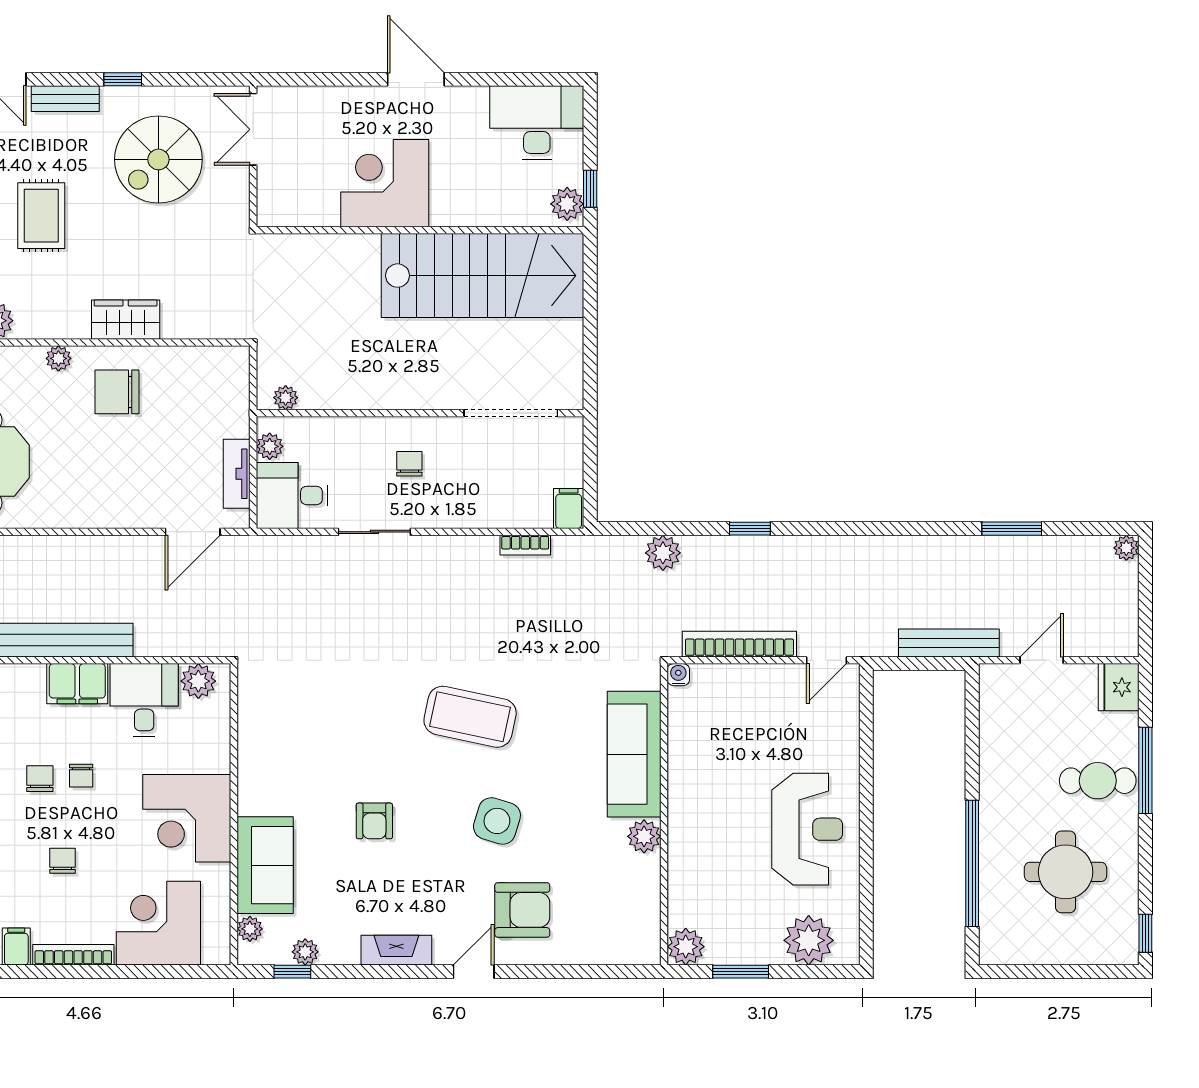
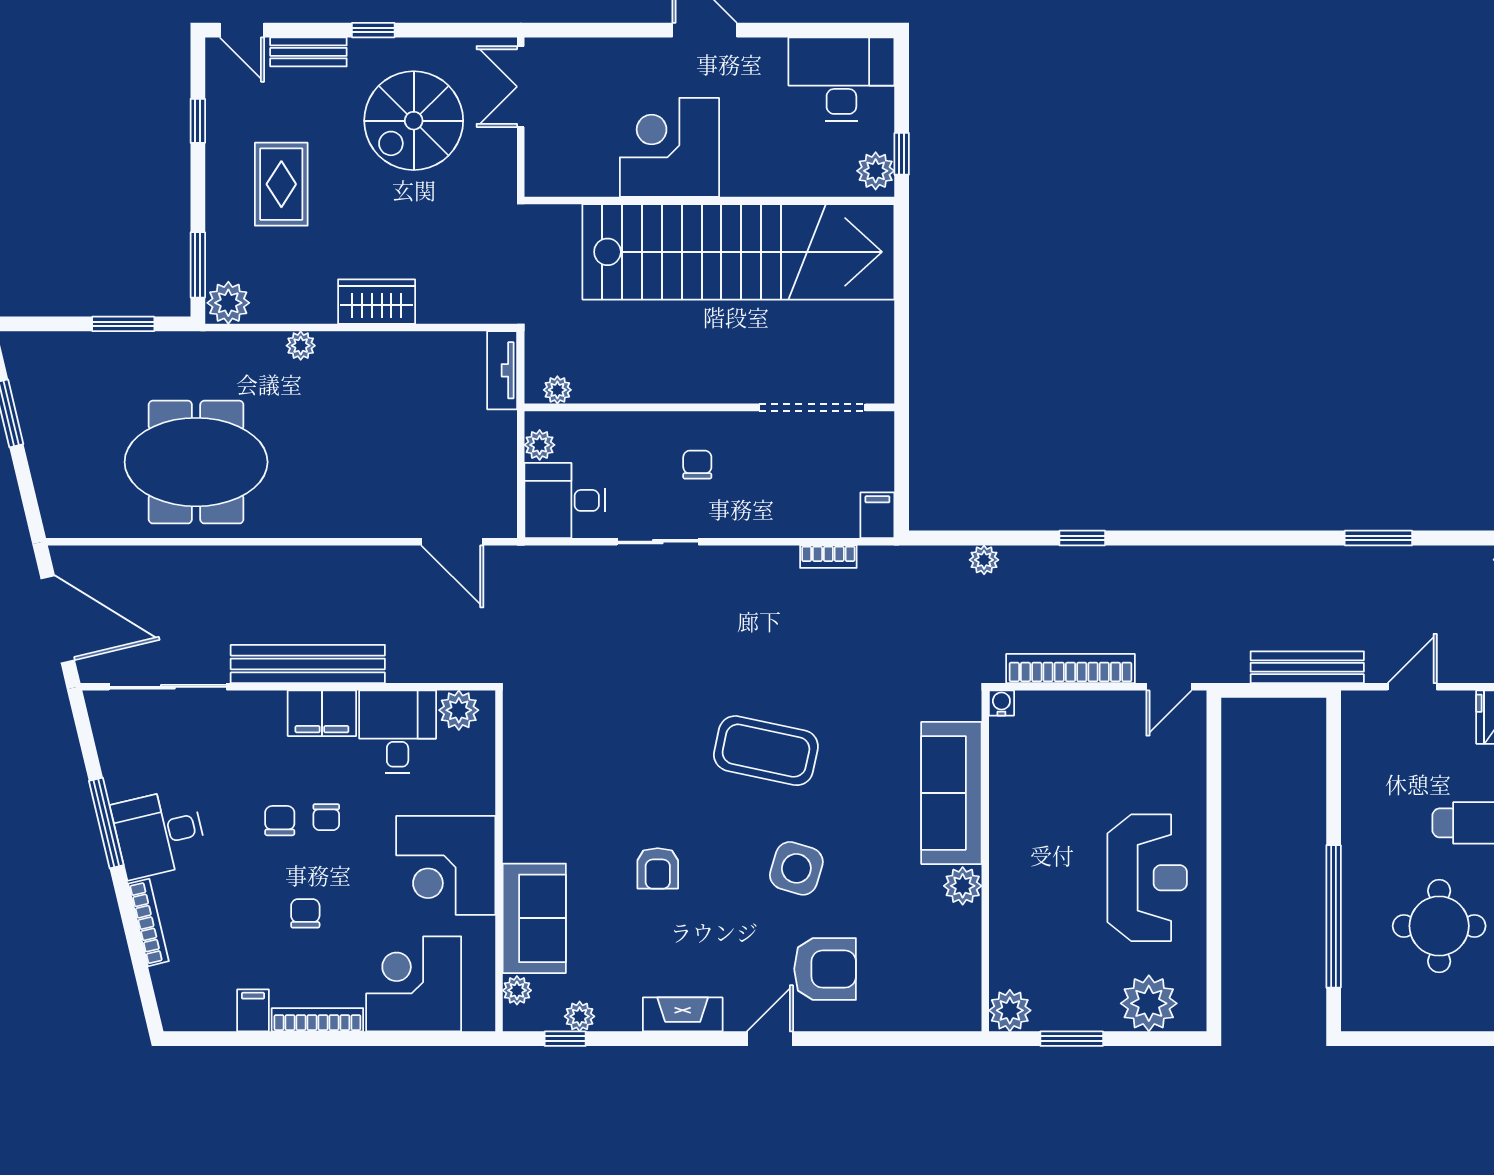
stairs: (483, 276) -> (738, 252), width x1.36
chair: (117, 392) -> (367, 383), removed
tv unit: (237, 474) -> (502, 370), moved
door: (193, 532) -> (452, 542), hinge flipped
plant: (663, 553) -> (984, 560), width x0.73, depth x0.73

